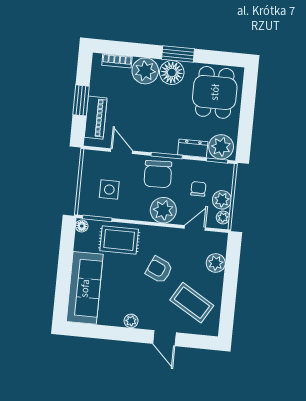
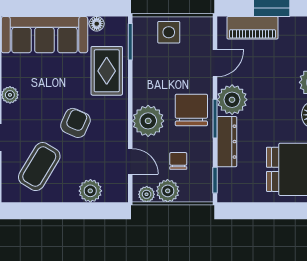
plant: (221, 147) -> (232, 100), moved
dresser: (193, 148) -> (227, 142), width x1.44
chair: (158, 174) -> (191, 110), turned 92
chair: (198, 189) -> (178, 161), turned -90
side table: (109, 190) -> (169, 32), moved
floor lamp: (82, 226) -> (97, 24), moved

